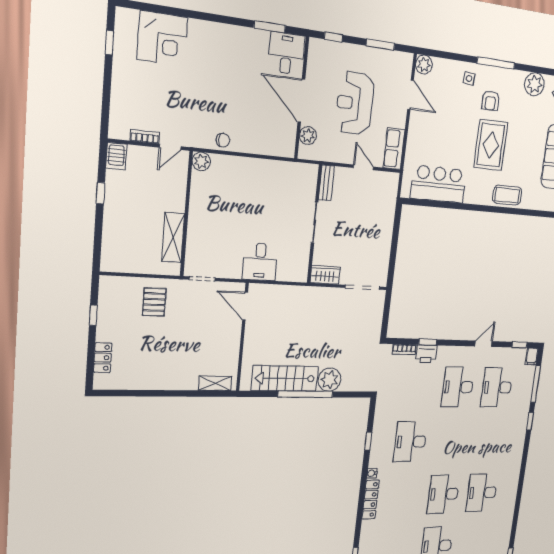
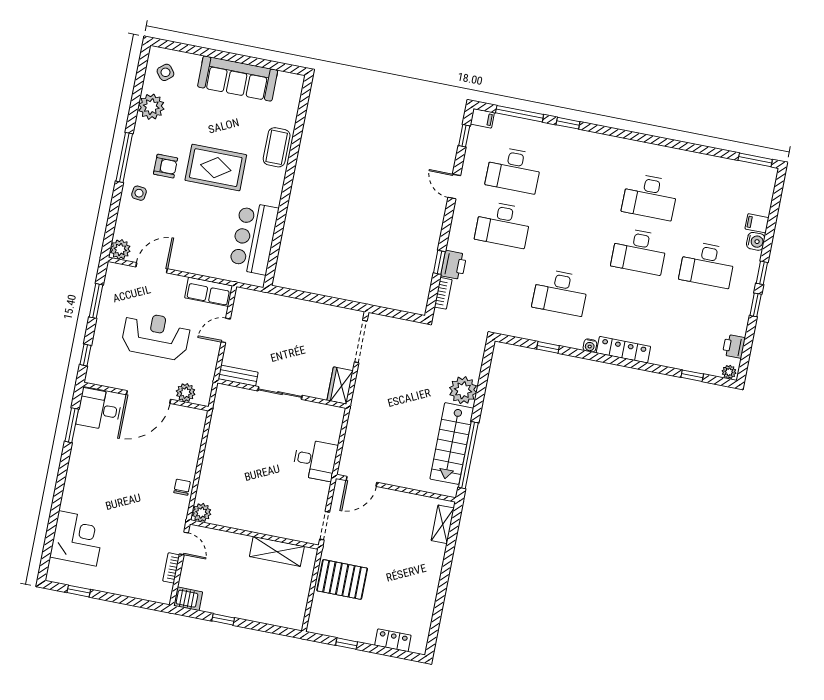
reception desk: (355, 103) -> (156, 336), turned 180
pallet: (154, 302) -> (342, 579), width x1.50, depth x1.42
window: (306, 394) -> (468, 455), moved

